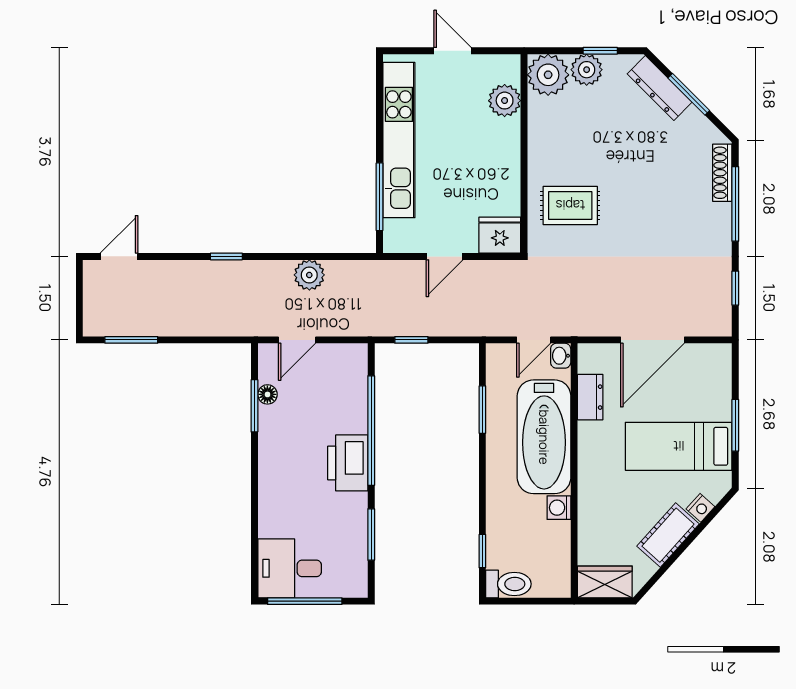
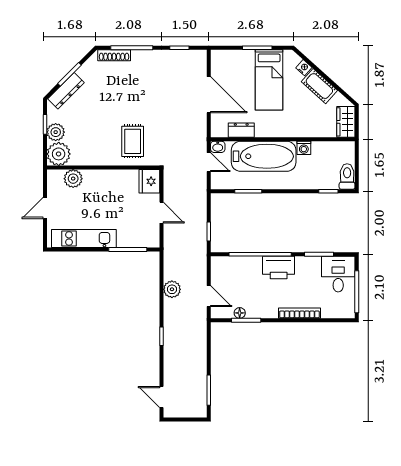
kitchen unit: (399, 140) -> (84, 238), width x0.73
bookcase: (267, 500) -> (299, 313), added
desk: (290, 568) -> (338, 274), moved, turned 180

